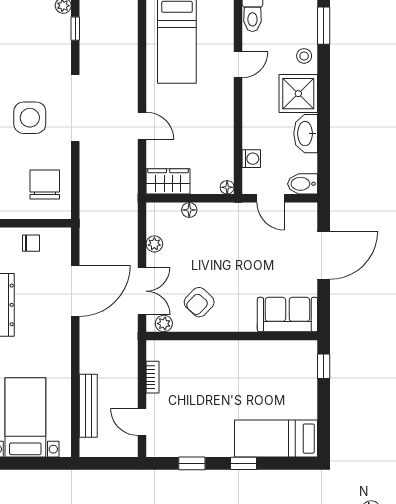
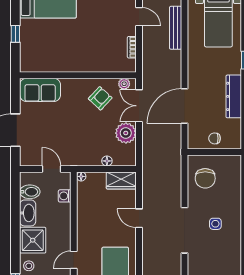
side table: (30, 118) -> (215, 224), width x0.54, depth x0.54
bidet: (303, 184) -> (30, 192), moved
plant: (154, 244) -> (126, 133), width x1.87, depth x1.87
window: (324, 366) -> (15, 34), moved

